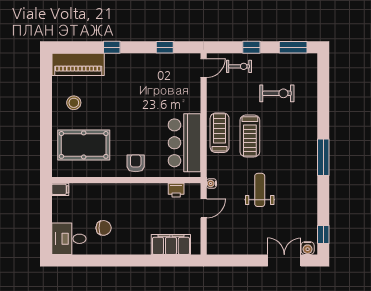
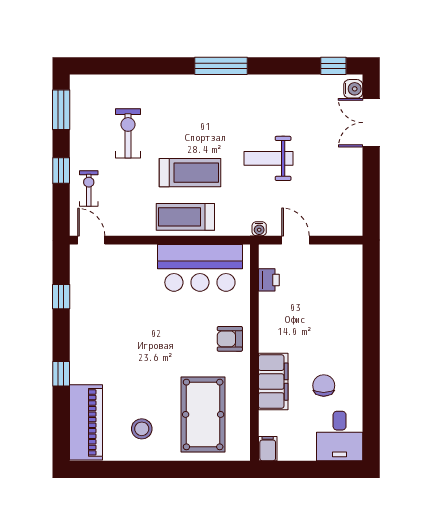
filing cabinet: (171, 244) -> (273, 382), moved, turned 180

